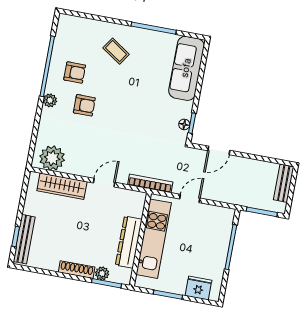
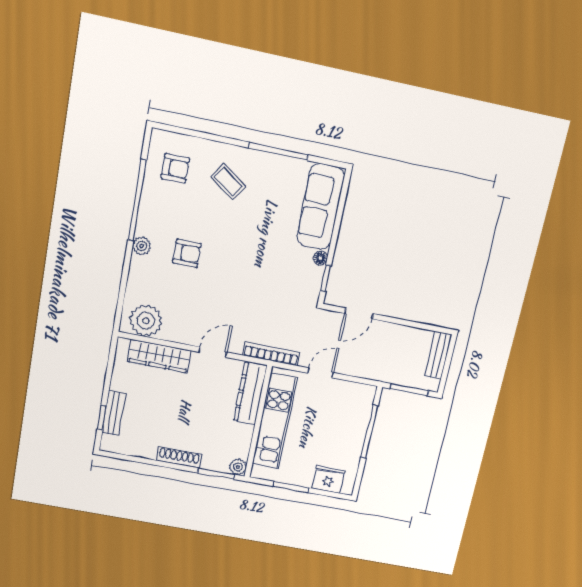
armchair: (75, 72) -> (175, 168), moved
floor lamp: (184, 124) -> (320, 258), moved
bench: (24, 239) -> (114, 413), width x0.73
dresser: (129, 242) -> (250, 393), moved
plant: (102, 273) -> (238, 467), moved

